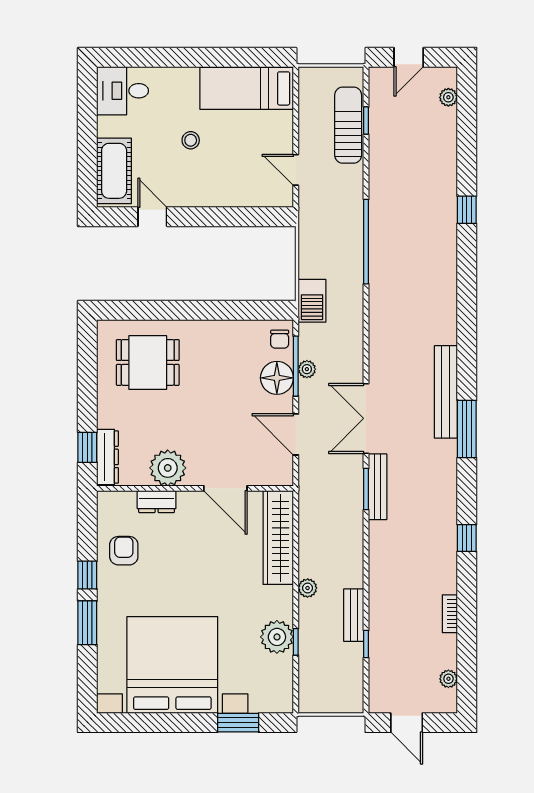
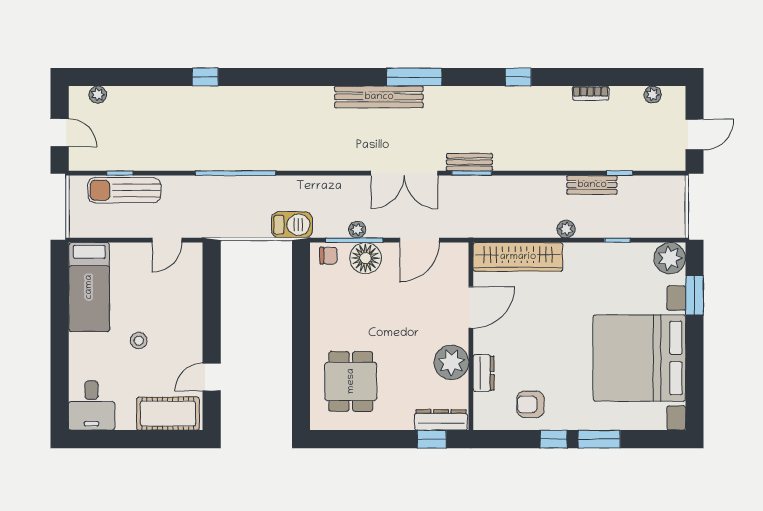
bench: (378, 487) -> (469, 162), width x0.73
plant: (277, 637) -> (670, 258), moved

